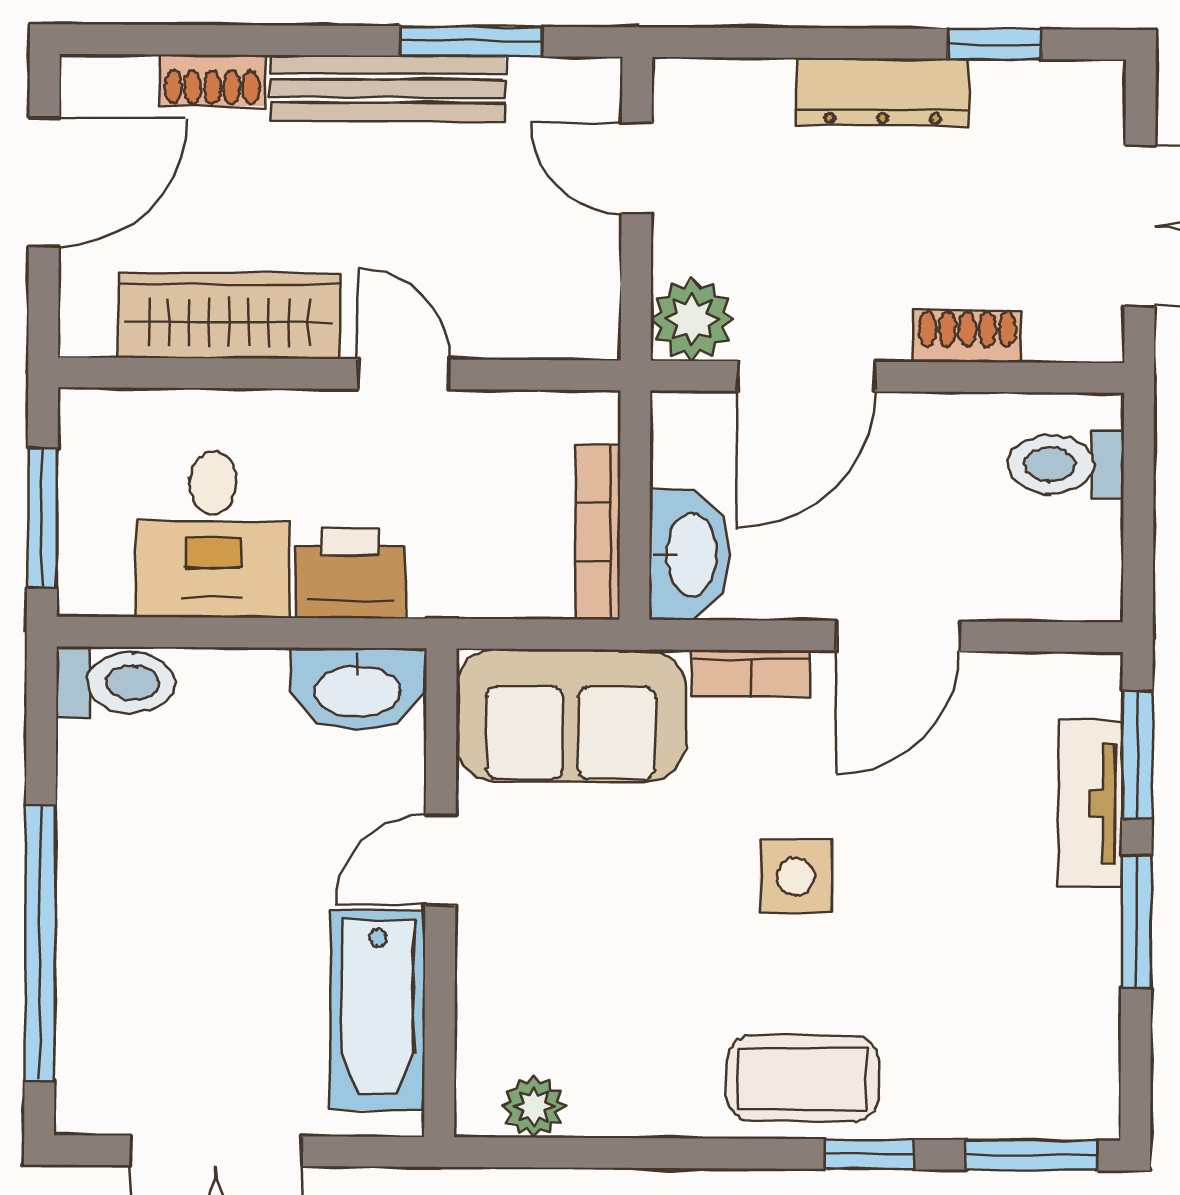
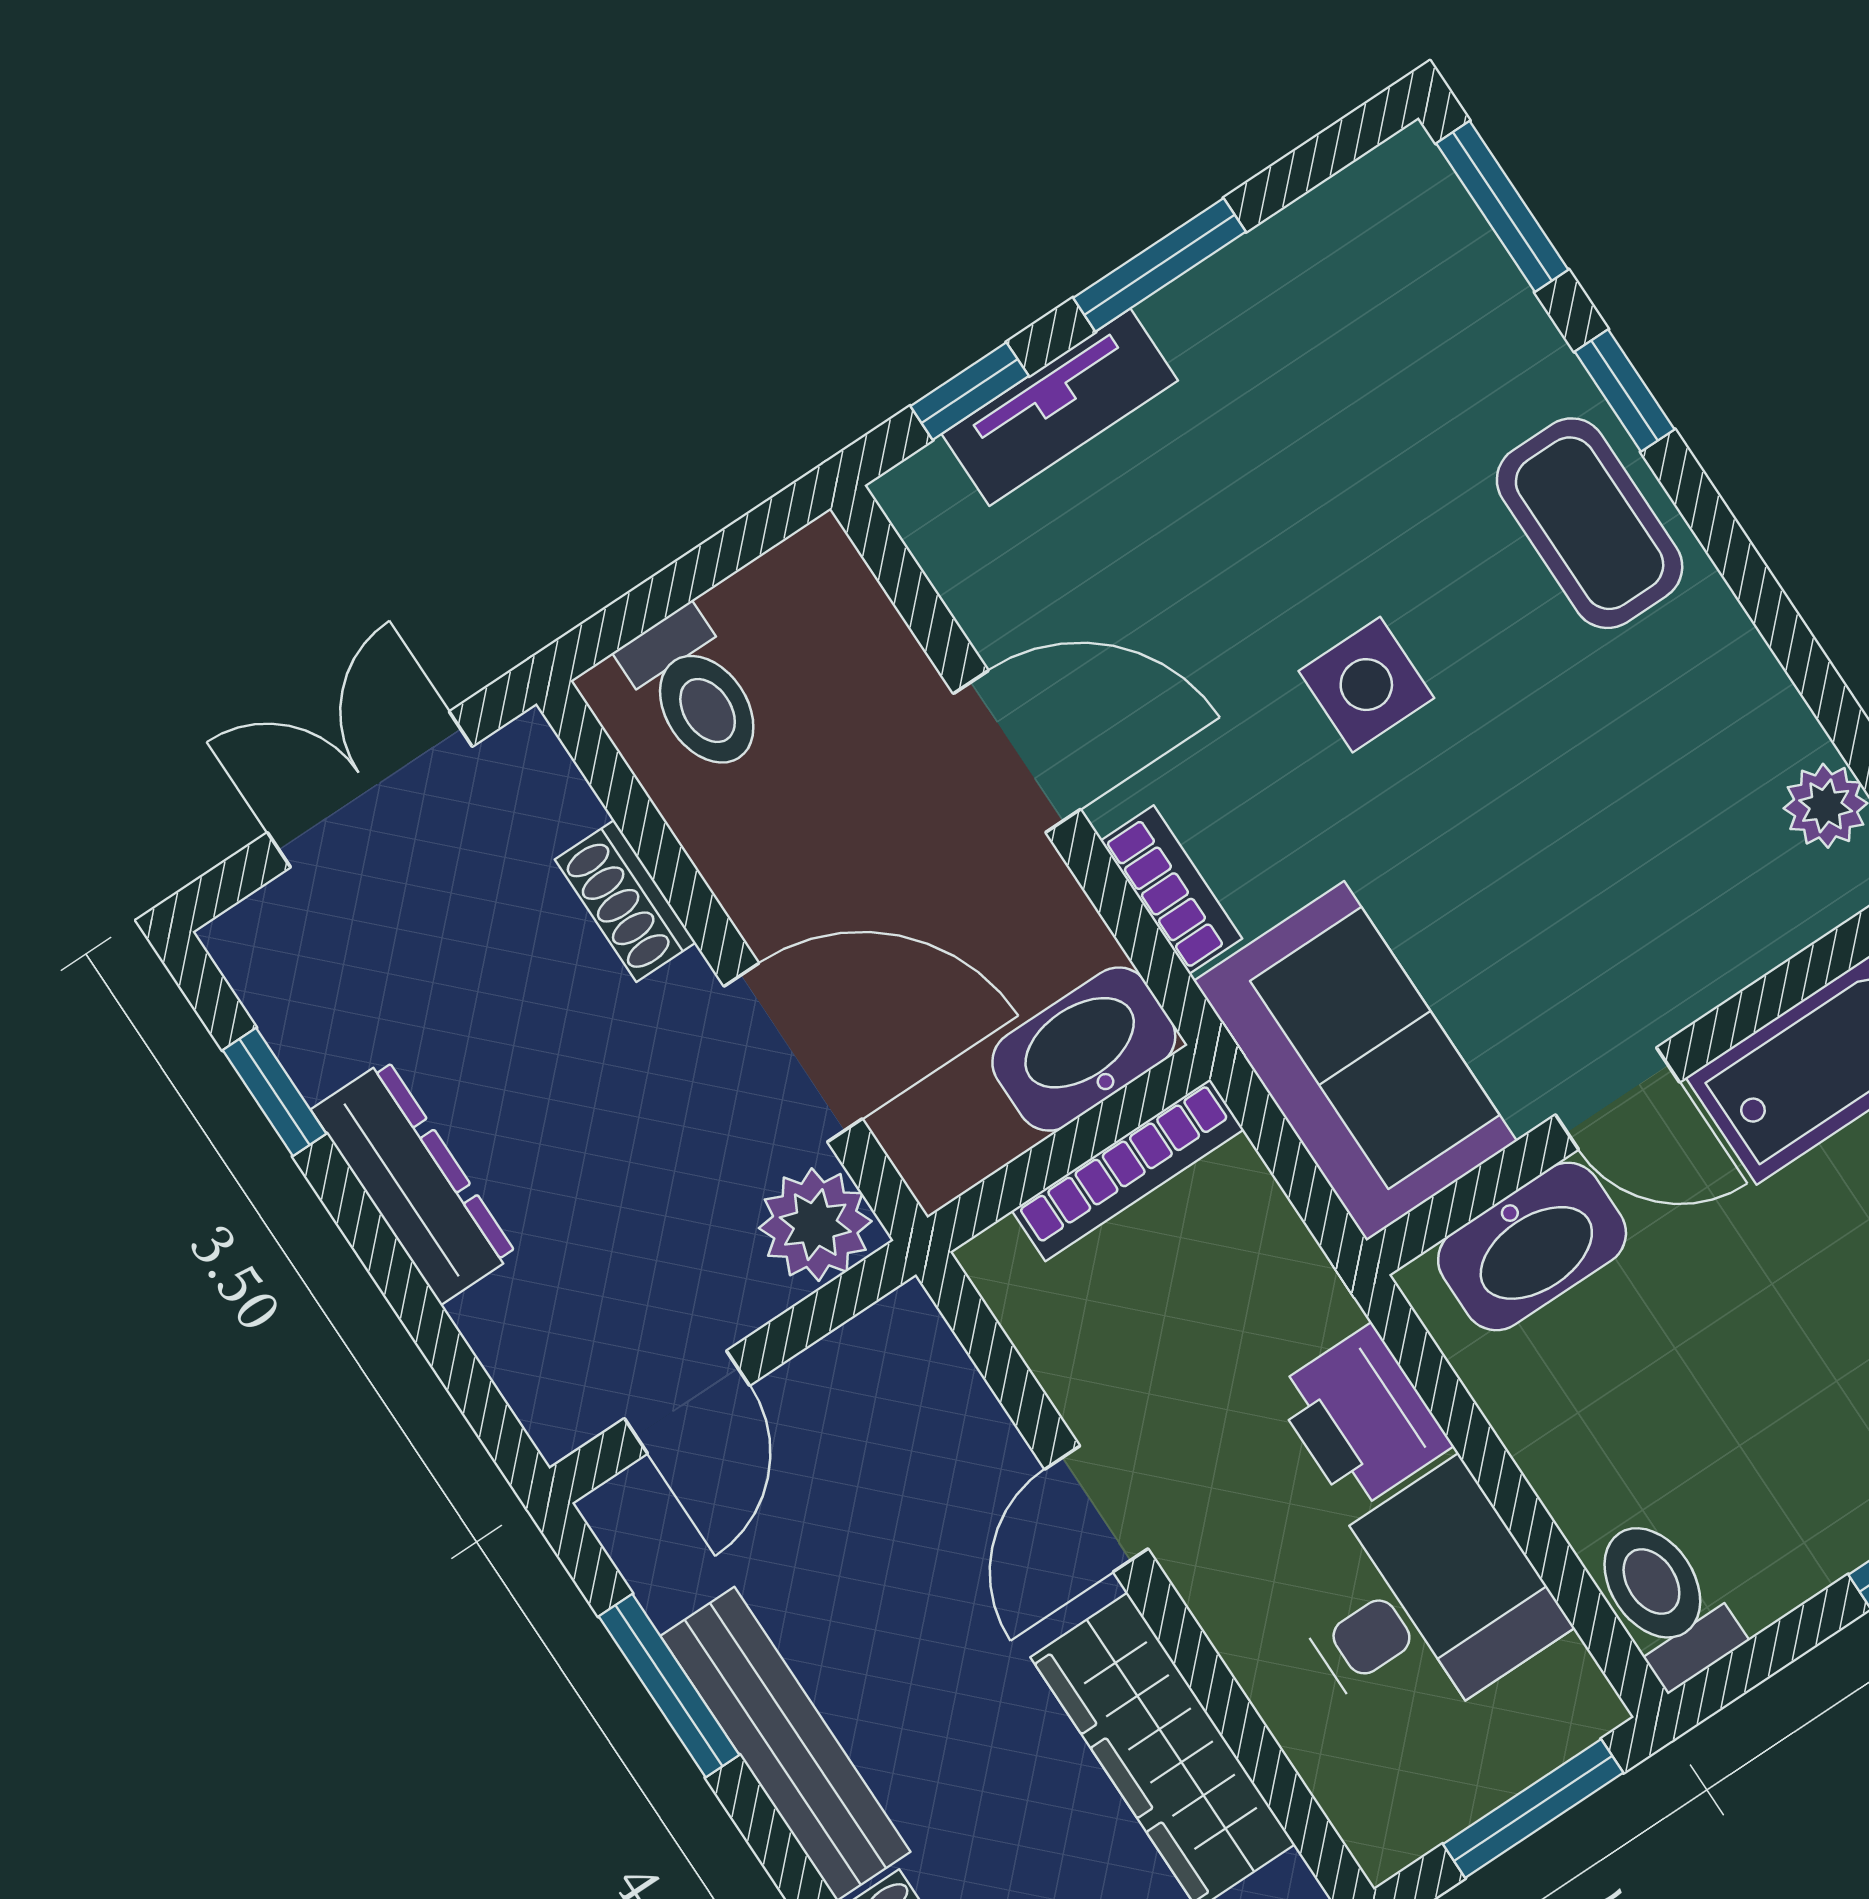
washbasin: (357, 689) -> (1532, 1246), moved, turned 90
window: (1137, 755) -> (970, 391), width x0.67

